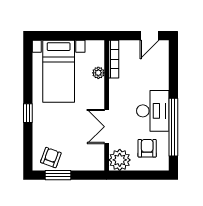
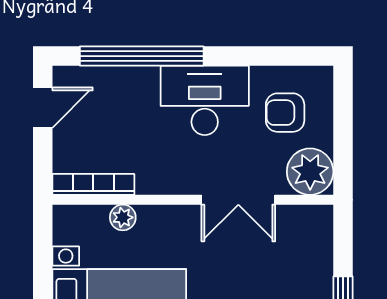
door: (149, 36) -> (43, 108), hinge flipped
window: (173, 127) -> (142, 56), moved

